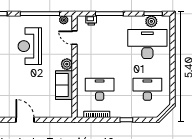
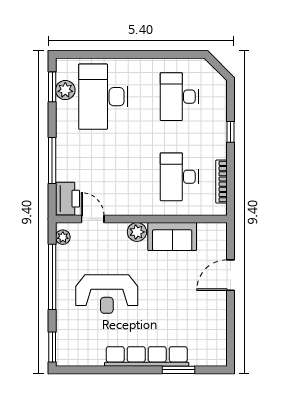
printer: (91, 20) -> (67, 199), width x1.87, depth x1.48
door: (74, 38) -> (93, 219), swing flipped
door: (25, 120) -> (230, 275), moved

